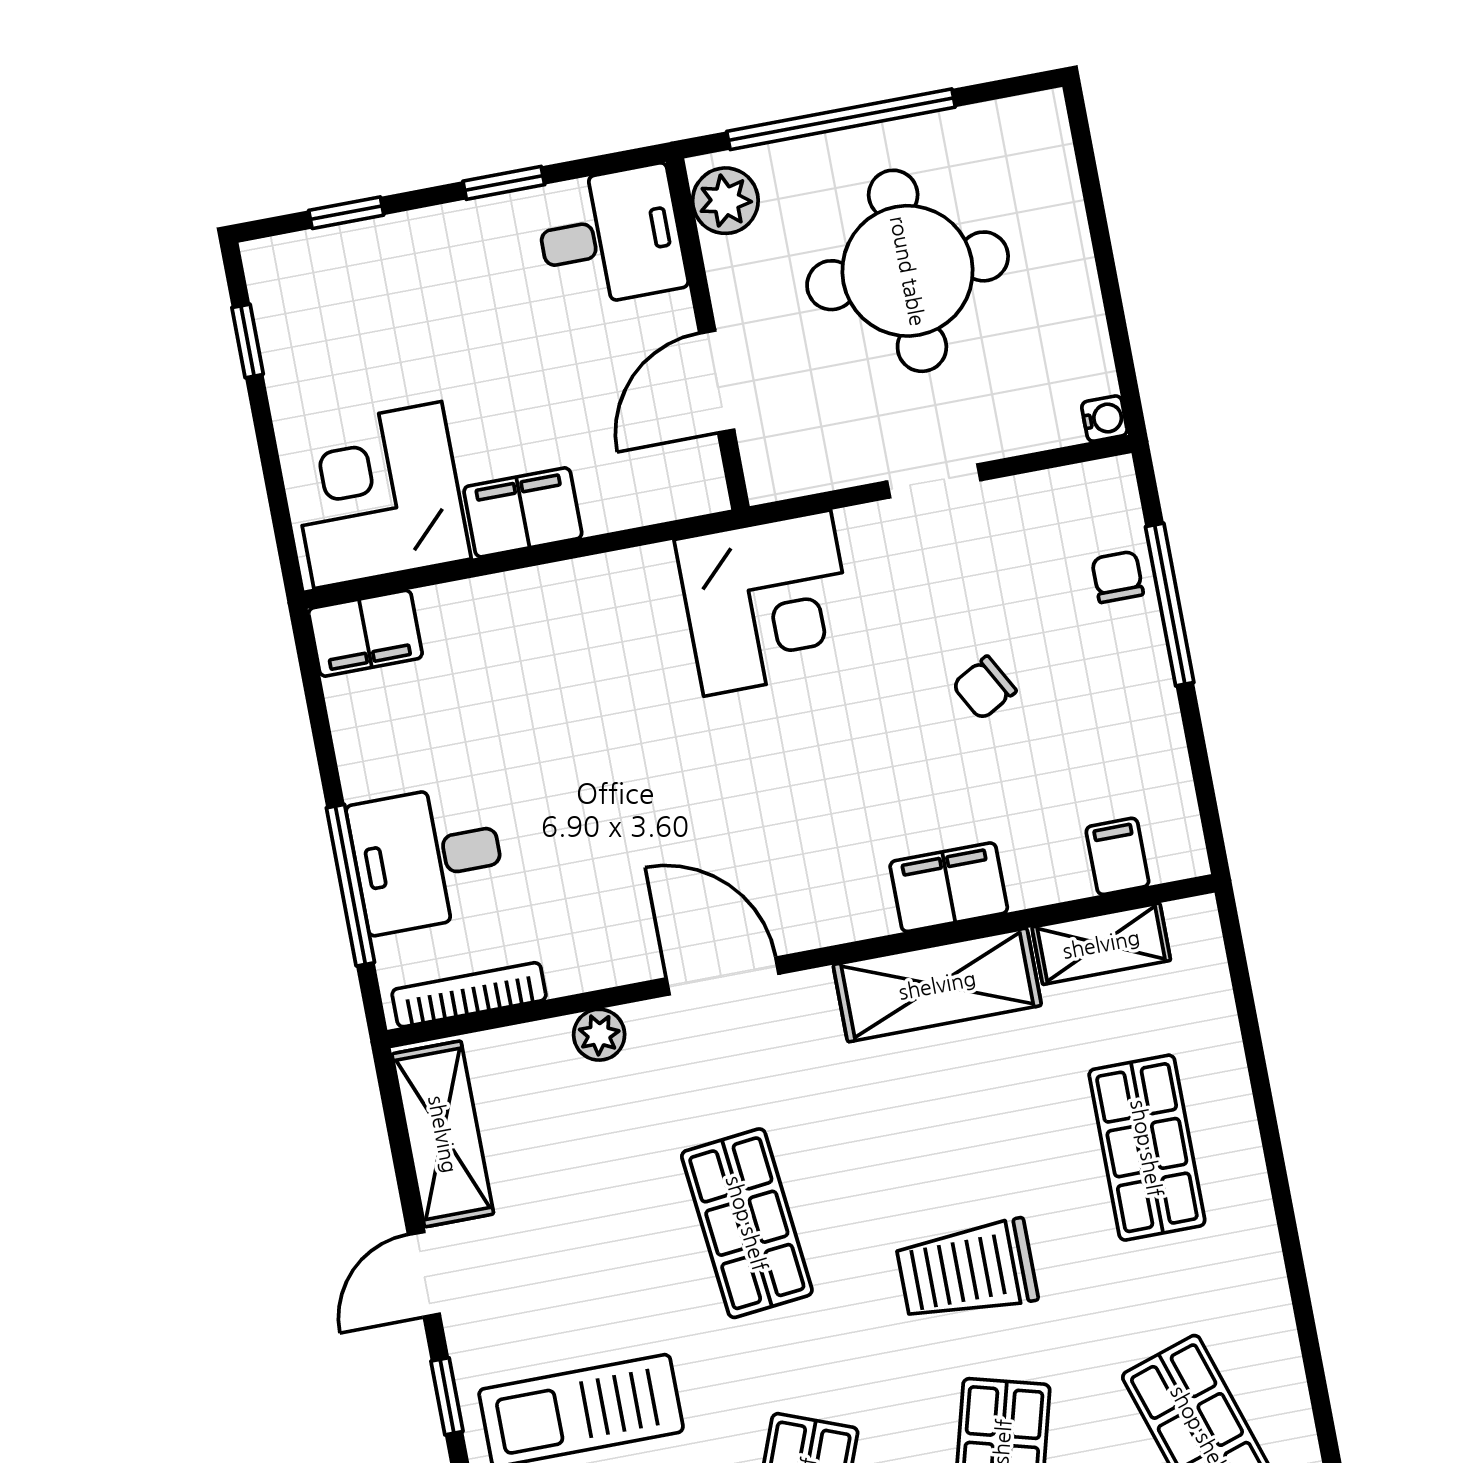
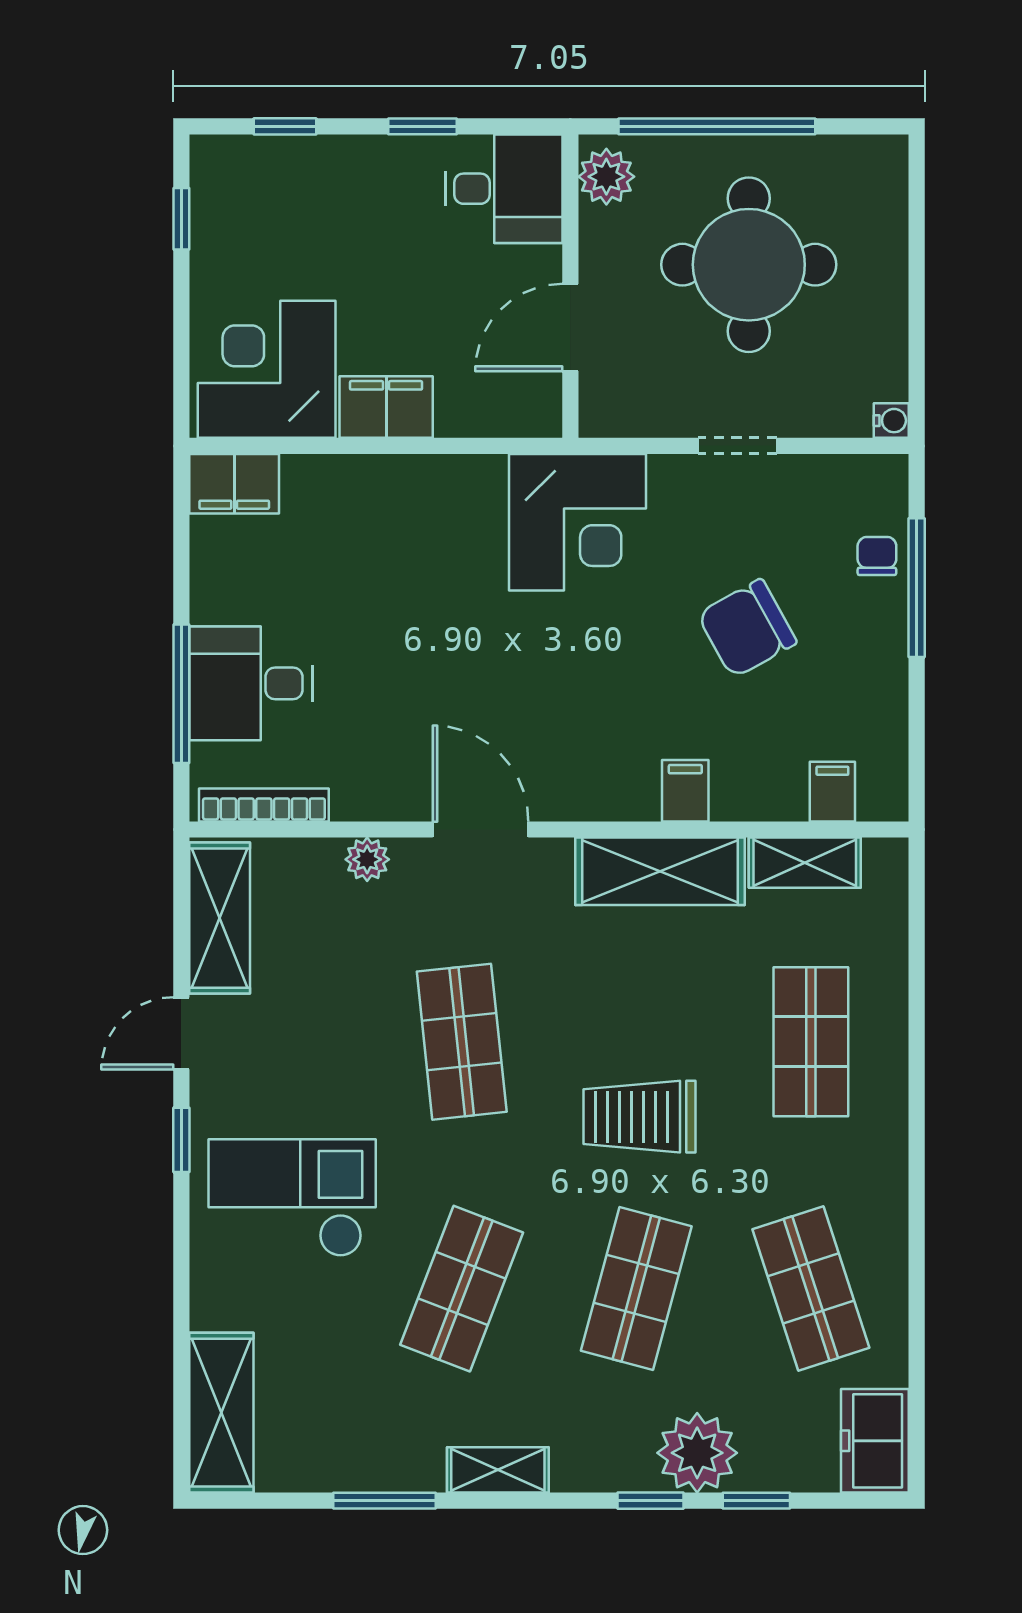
chair: (984, 688) -> (747, 628), width x1.87, depth x1.87
filing cabinet: (949, 887) -> (685, 791), width x0.50

